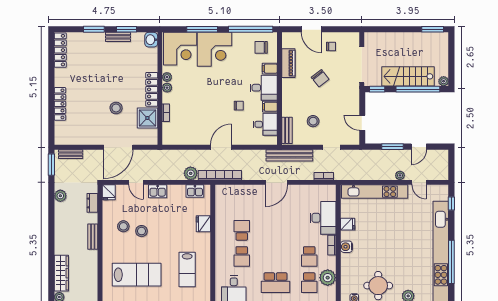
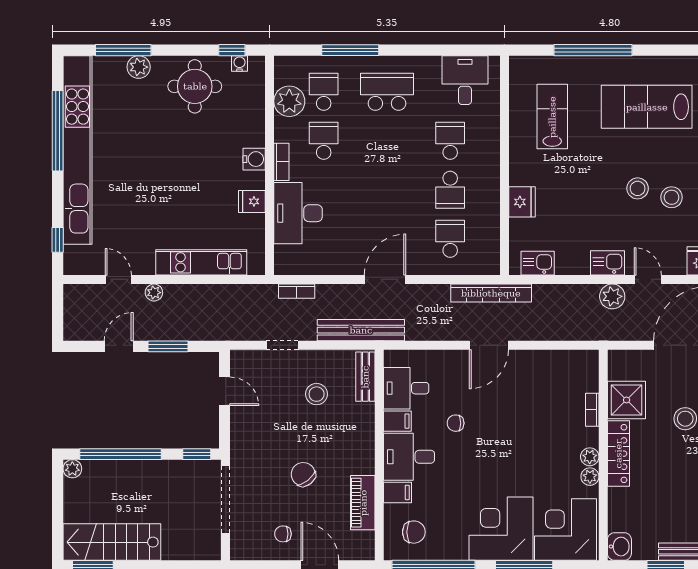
stairs: (408, 76) -> (112, 542), moved, turned 180
plant: (191, 173) -> (612, 296), moved
kitchen unit: (375, 192) -> (201, 262), width x0.73
school desk: (242, 204) -> (450, 239), added

